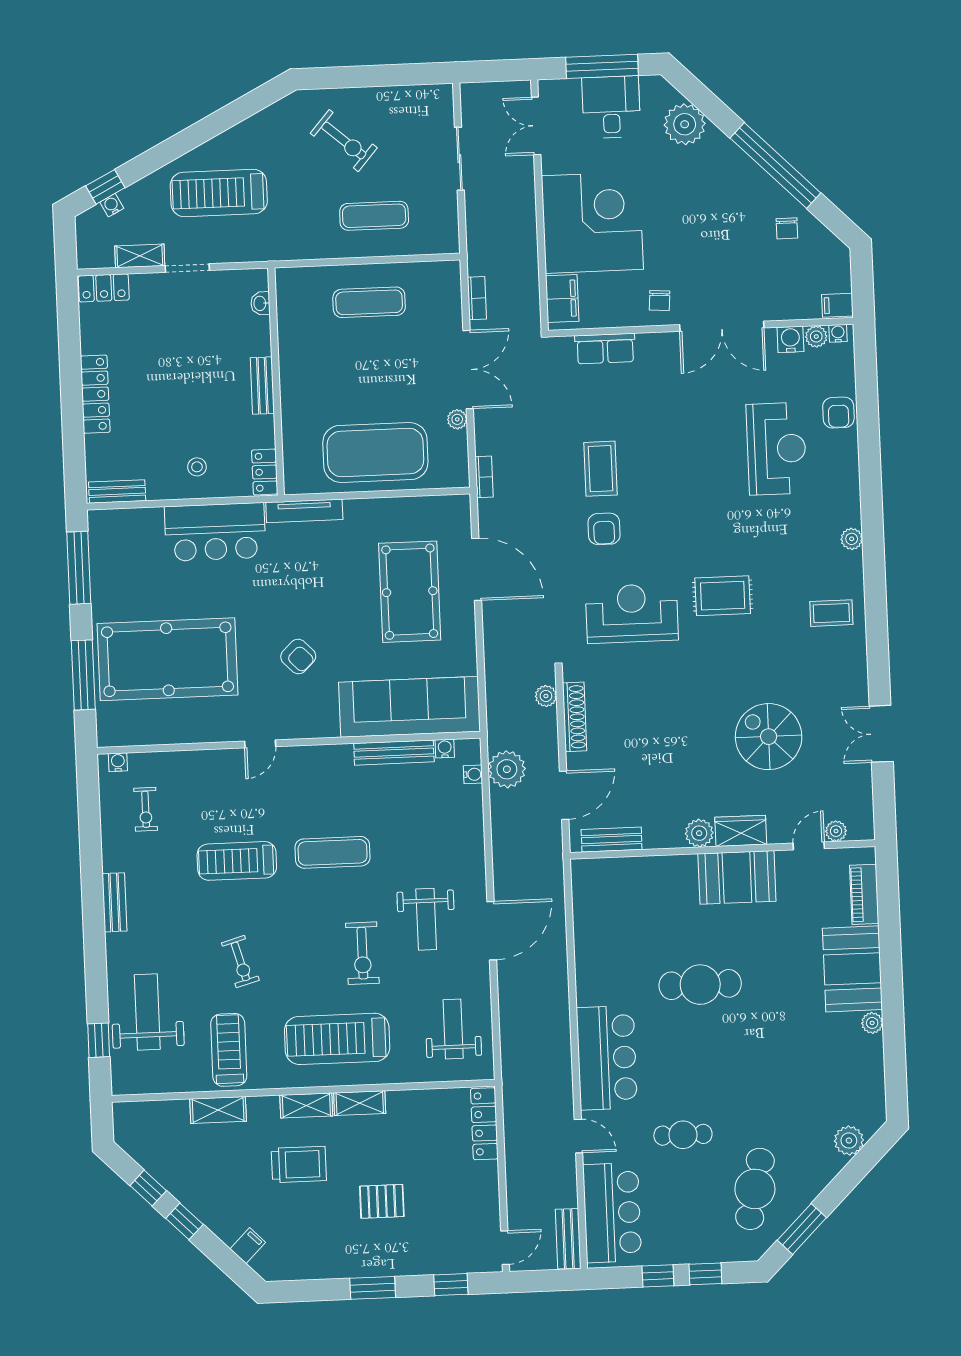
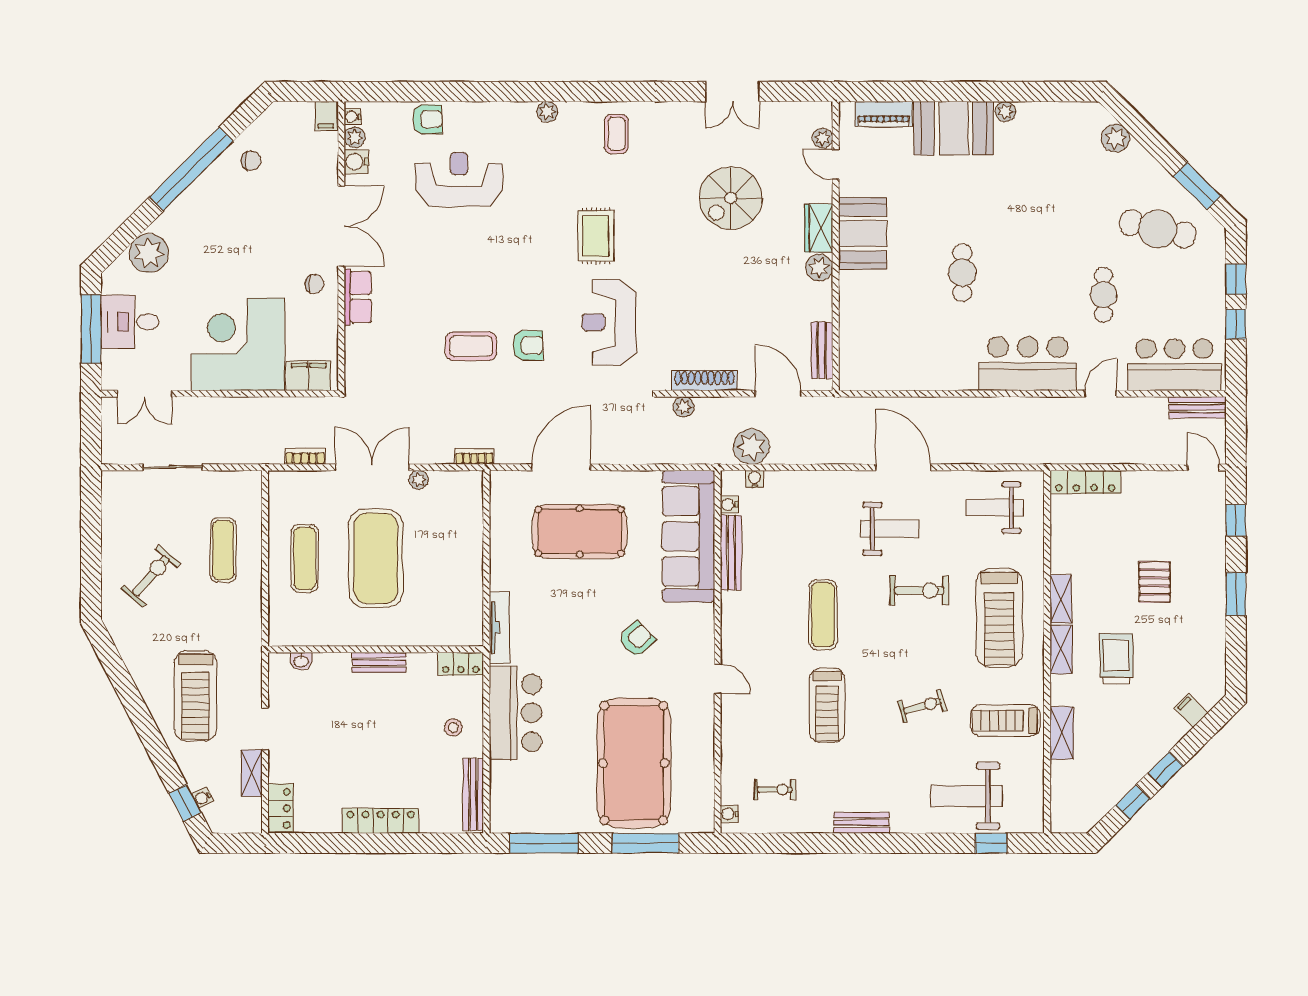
row of seats: (605, 349) -> (358, 297), moved
exercise mat: (375, 453) -> (376, 558), moved
bench: (117, 491) -> (473, 794), width x1.36
cafe table: (700, 985) -> (962, 273), width x0.73, depth x0.74

